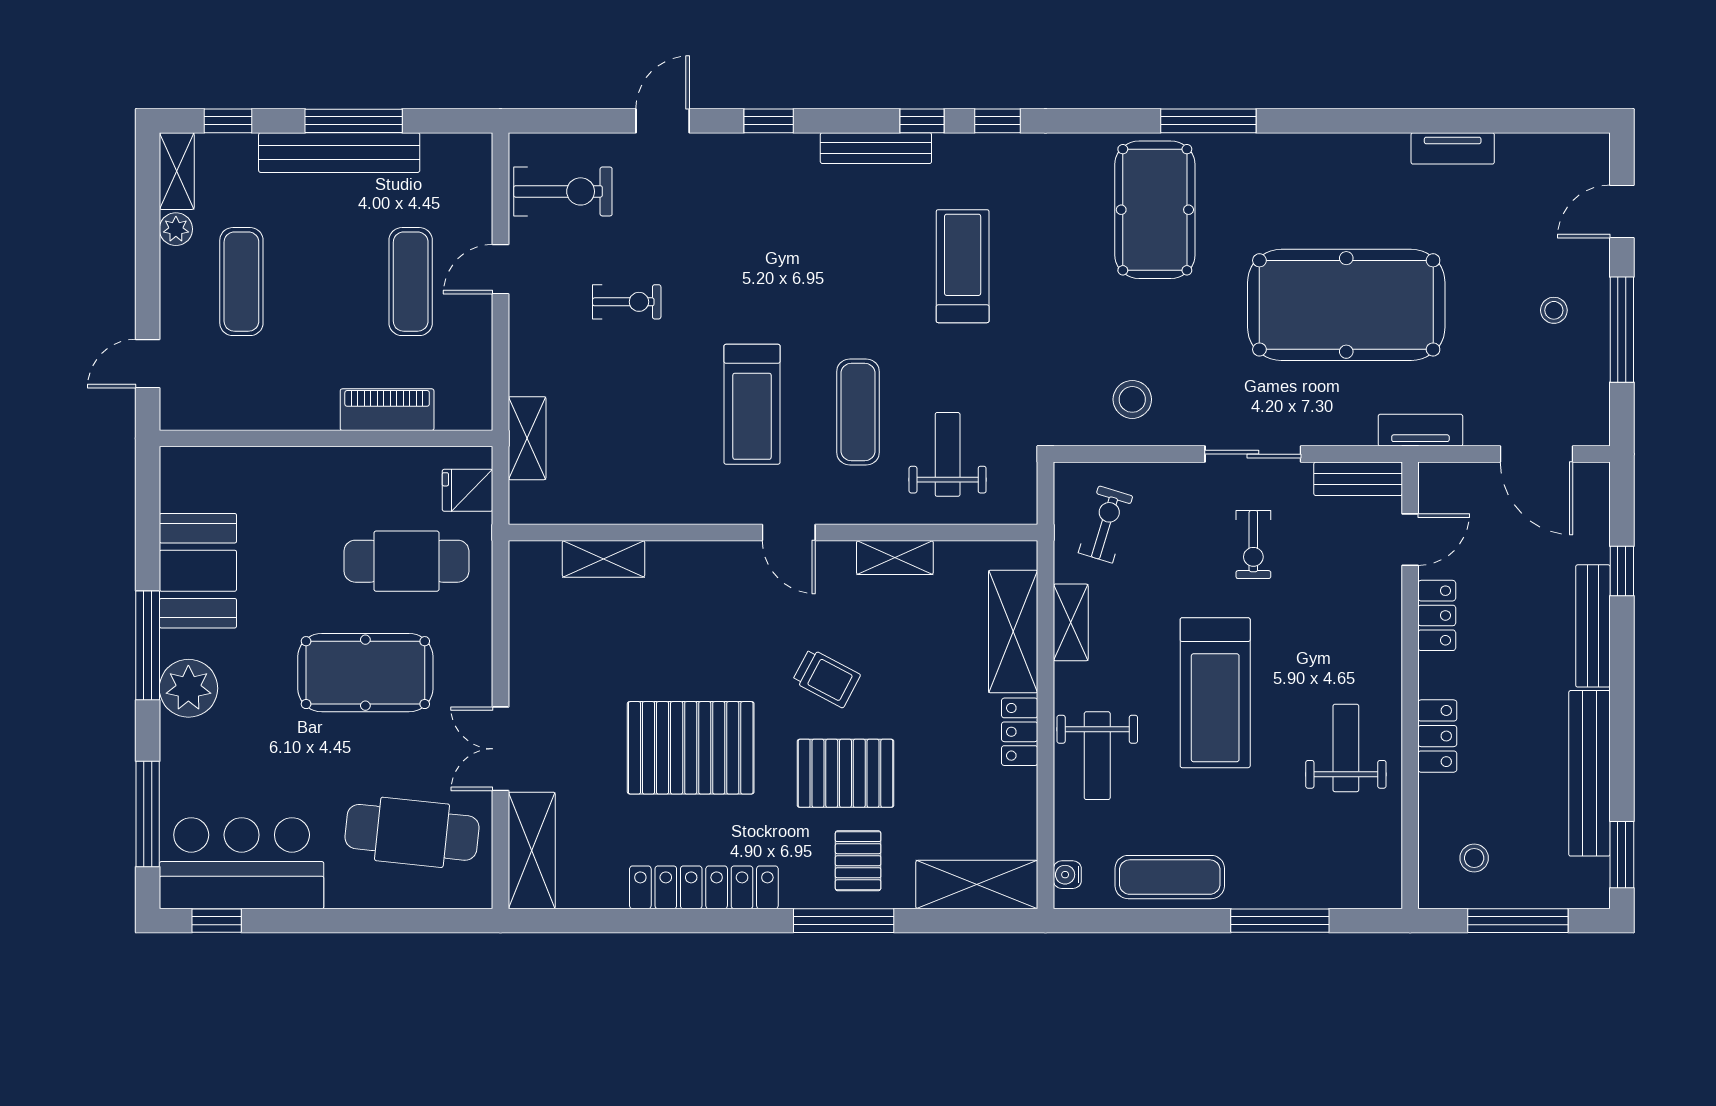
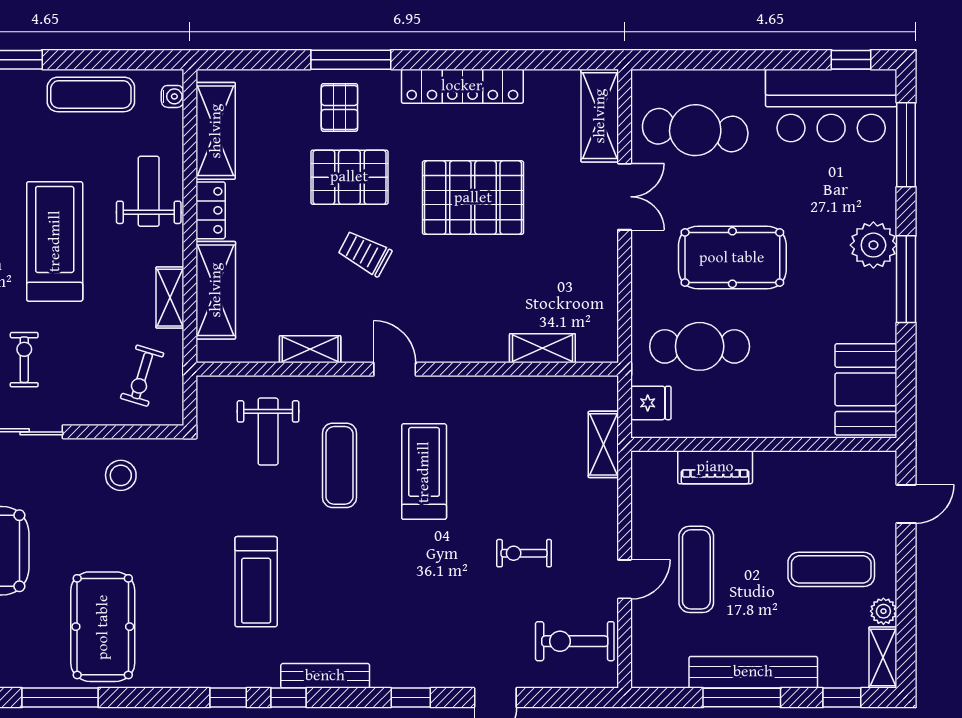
exercise mat: (241, 282) -> (831, 569), turned 90
booth: (198, 571) -> (866, 389), moved
shelving: (977, 885) -> (216, 131), moved, turned 90

